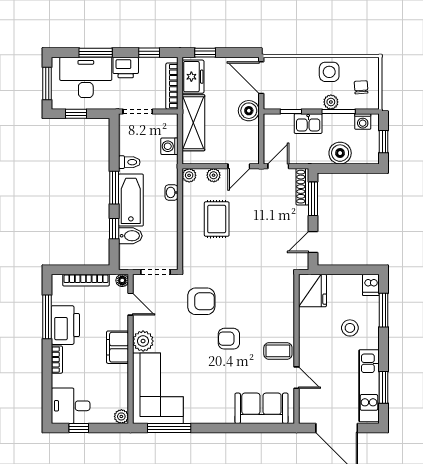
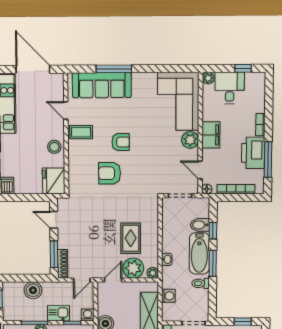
washing machine: (363, 122) -> (88, 315), moved
plant: (214, 175) -> (133, 268), width x1.88, depth x1.88
door: (313, 242) -> (54, 220), swing flipped
armchair: (201, 301) -> (110, 173), moved
stool: (350, 328) -> (54, 147), moved
desk: (71, 406) -> (230, 88), moved, turned -90
sofa: (261, 408) -> (102, 85), width x1.36
window: (169, 428) -> (114, 69), moved

